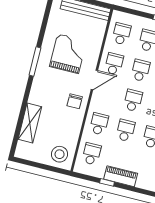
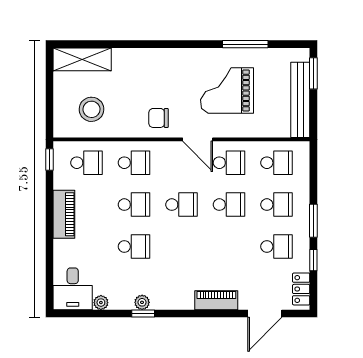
grand piano: (68, 54) -> (227, 90), turned 180
window: (35, 61) -> (245, 44), moved
shelving: (30, 123) -> (82, 59), moved
stool: (60, 154) -> (91, 109), moved
window: (107, 182) -> (50, 159), moved

